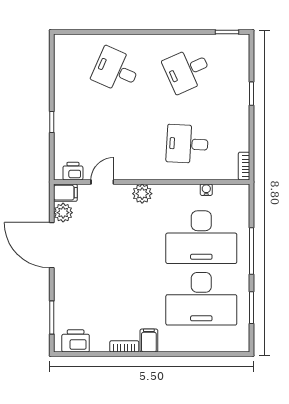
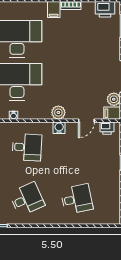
desk: (116, 70) -> (77, 199), turned -36
water cooler: (141, 172) -> (59, 128), added

